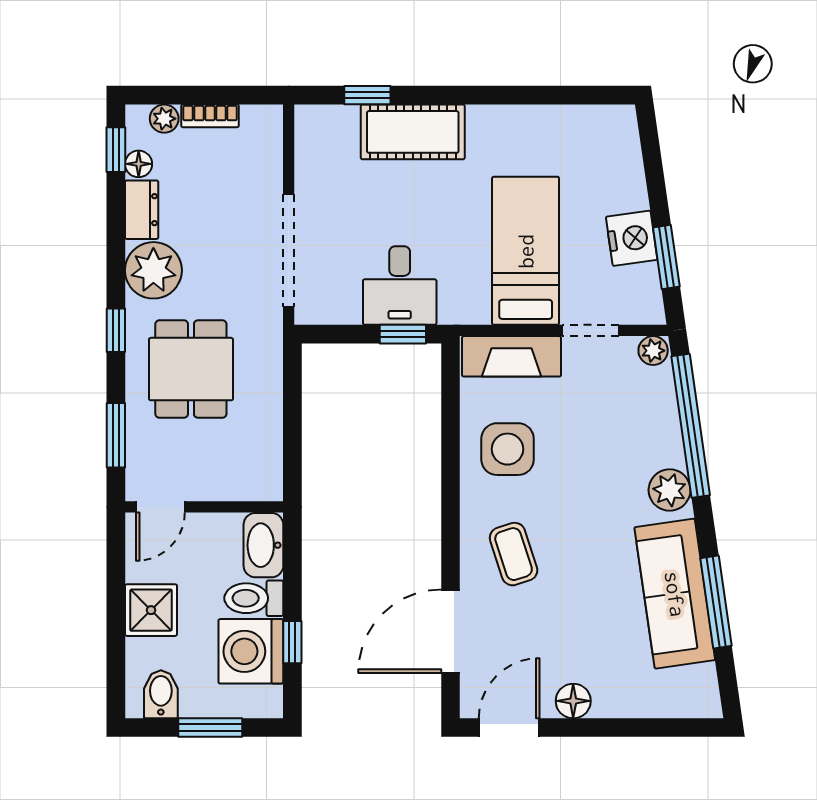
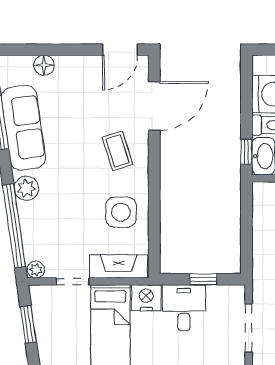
nightstand: (632, 238) -> (146, 298), moved, turned 98
doorway: (289, 251) -> (249, 328), width x0.73
window: (403, 334) -> (203, 279), moved
window: (292, 642) -> (247, 152), moved
floor lamp: (573, 701) -> (44, 65), moved

